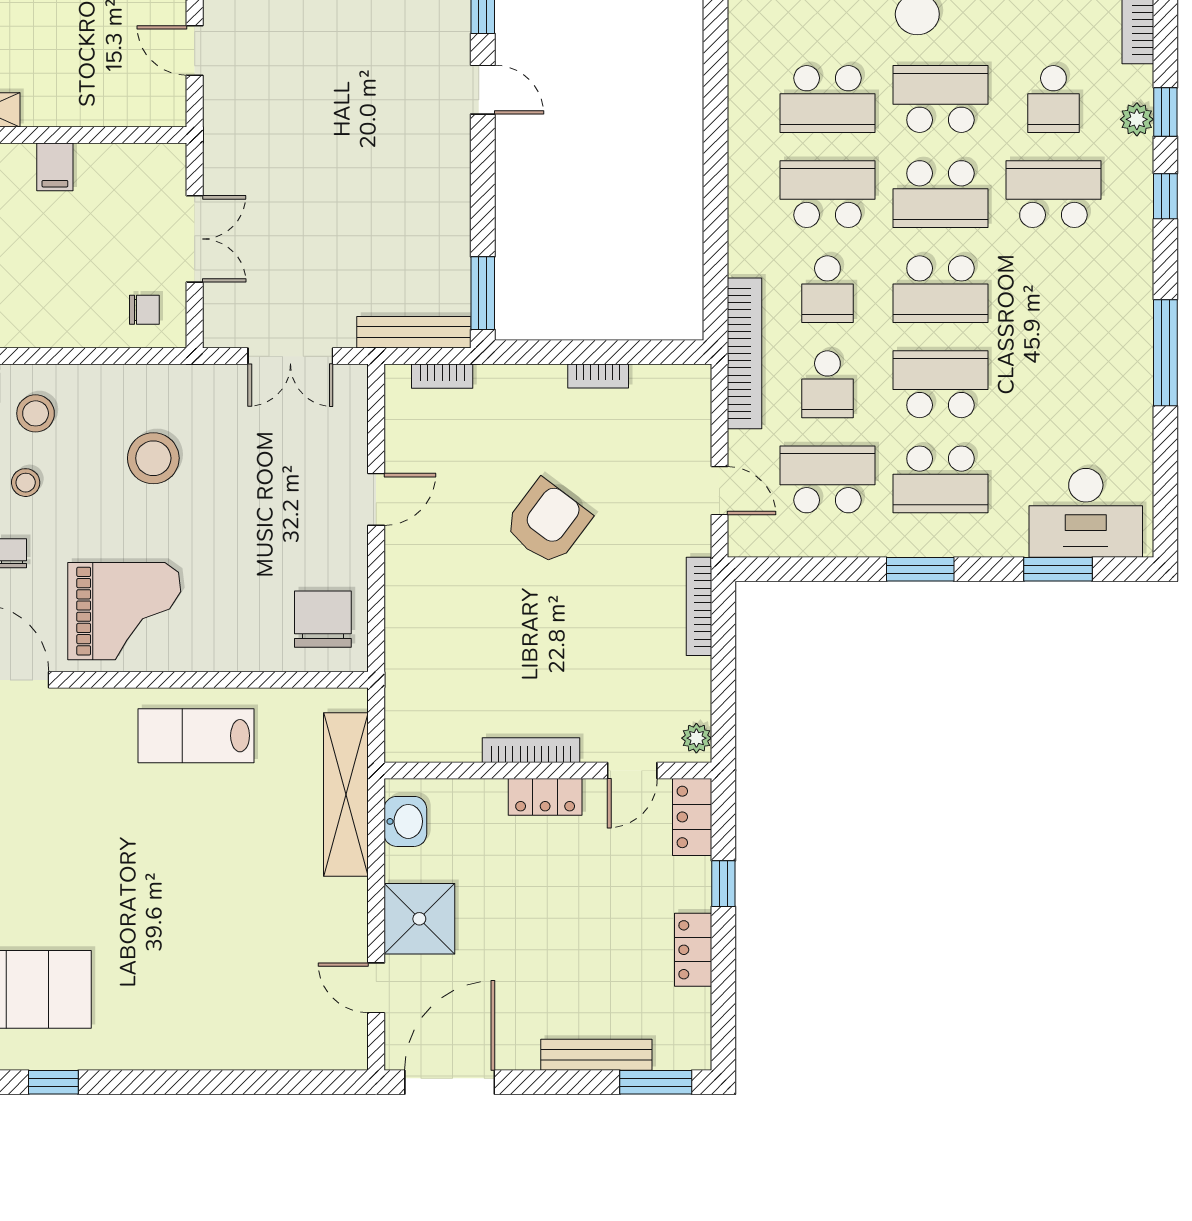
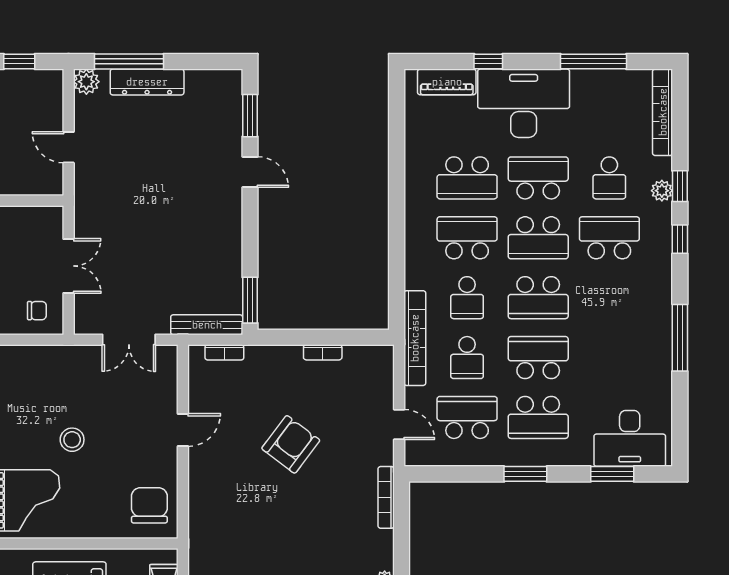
stool: (153, 458) -> (72, 440), moved, width x0.73, depth x0.73

